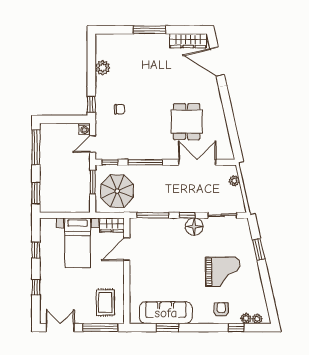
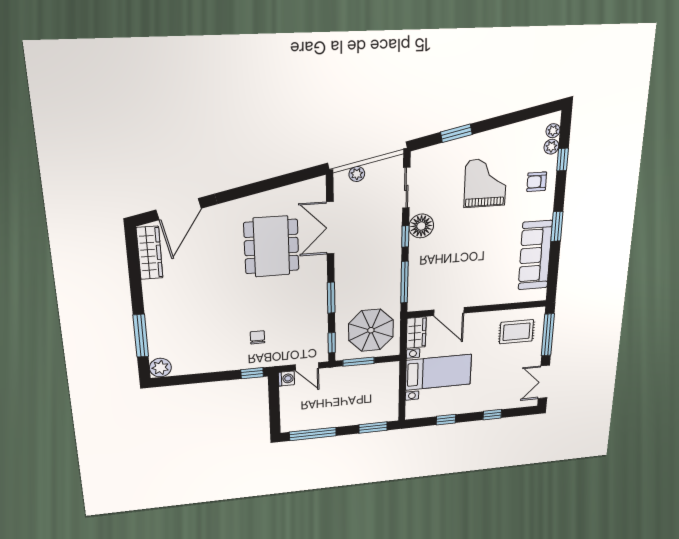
window: (149, 30) -> (141, 336), moved
plant: (103, 68) -> (160, 368), moved
dining table: (187, 122) -> (271, 247), width x1.38
window: (145, 162) -> (331, 298), width x0.69
window: (167, 328) -> (557, 226), moved

